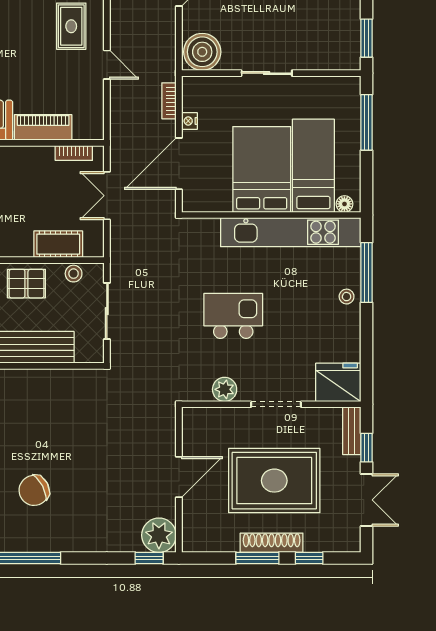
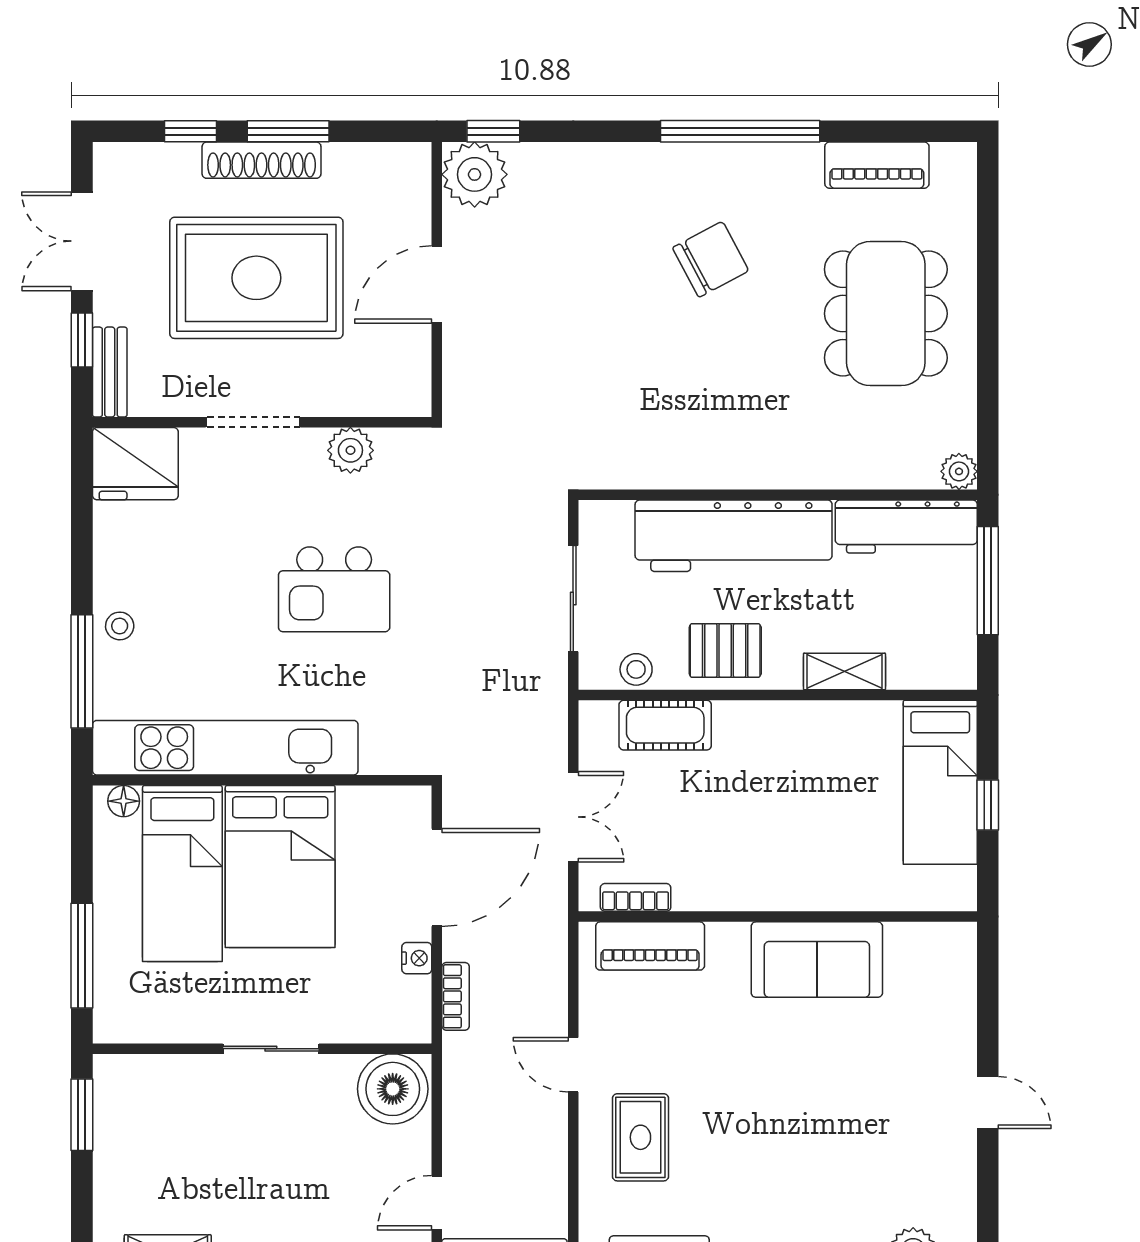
piano: (43, 127) -> (650, 946), moved

